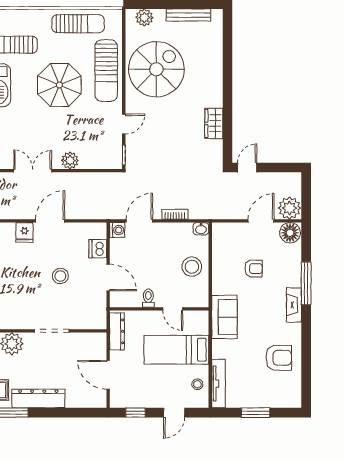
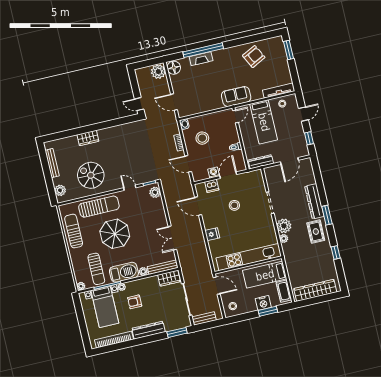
spiral stairs: (156, 69) -> (91, 175), width x0.73, depth x0.73
wardrobe: (214, 123) -> (88, 138), moved
plant: (70, 161) -> (155, 192), moved
door: (50, 221) -> (198, 206), moved
door: (261, 221) -> (174, 102), moved
washing machine: (117, 230) -> (214, 173), moved
stool: (192, 267) -> (202, 138), moved
armchair: (254, 269) -> (202, 85), removed
window: (306, 283) -> (203, 50), width x1.46
fireplace: (294, 305) -> (201, 59), moved
door: (173, 309) -> (235, 117), moved
armchair: (279, 358) -> (254, 57), turned 63
door: (174, 413) -> (303, 114), hinge flipped
window: (256, 413) -> (288, 50), moved

